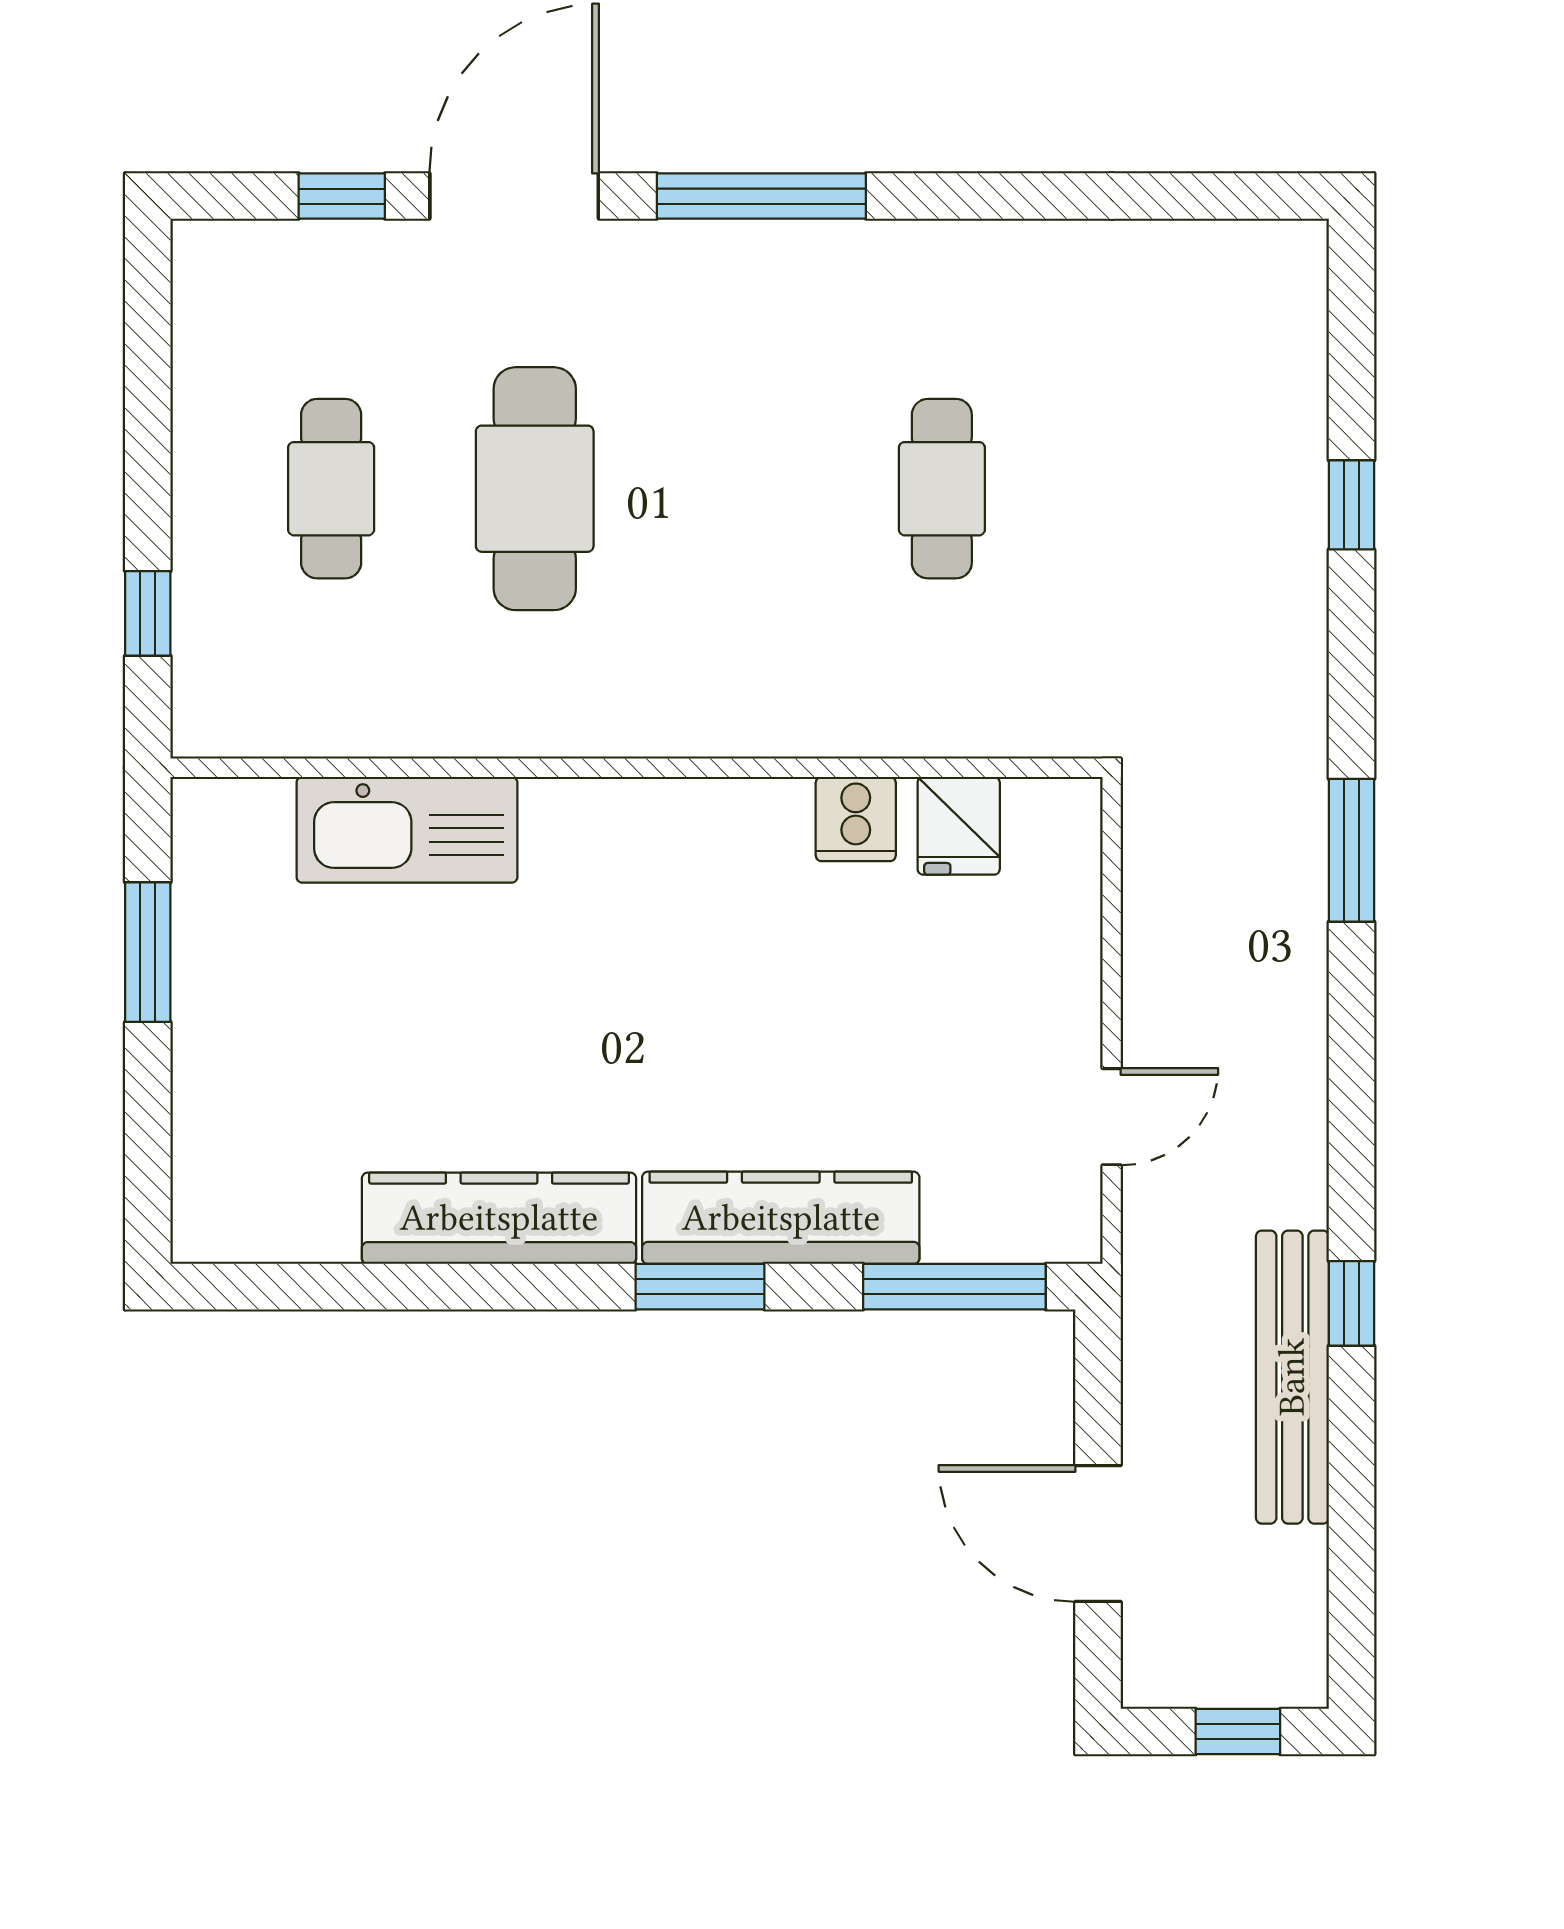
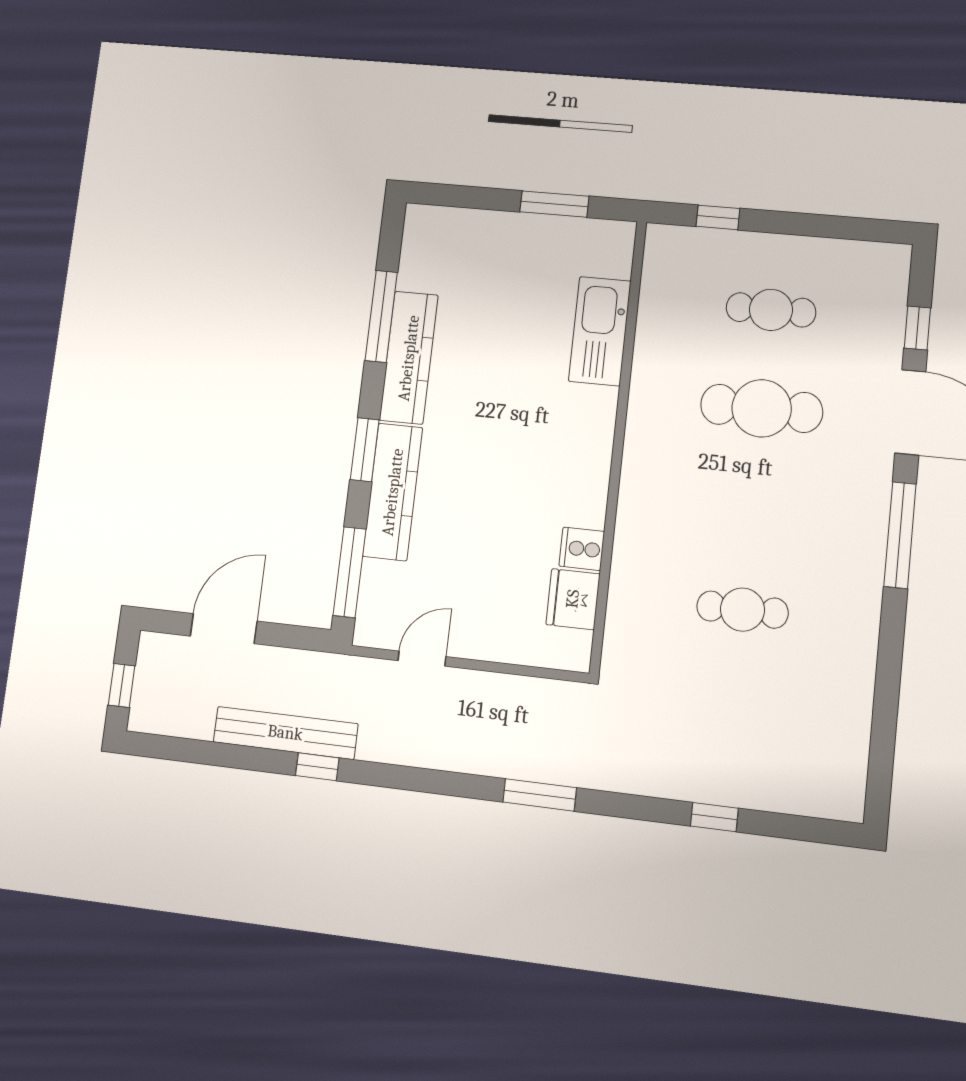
fridge: (959, 826) -> (573, 599), width x1.38
door: (1112, 1117) -> (422, 659), swing flipped
window: (418, 1287) -> (381, 316), added

